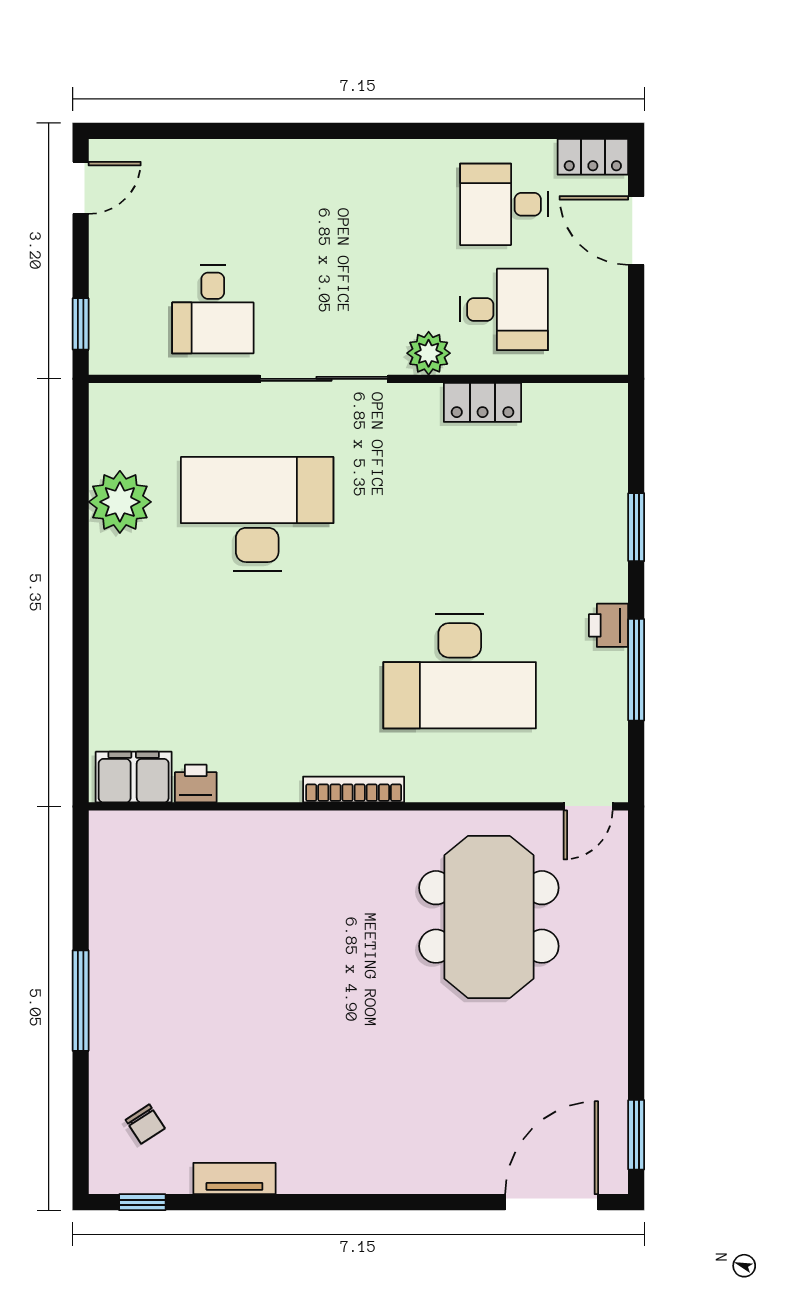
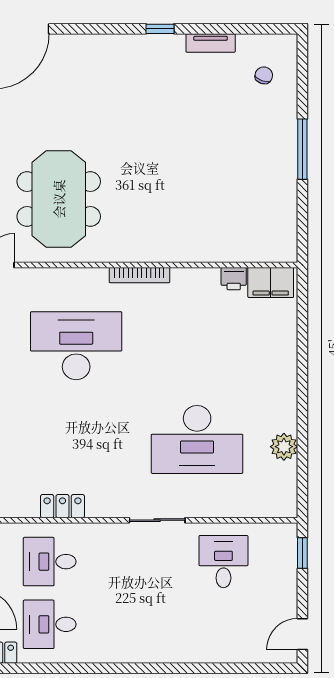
desk: (504, 204) -> (50, 624), turned 180
plant: (429, 353) -> (95, 535), removed
sliding door: (324, 379) -> (157, 520), width x0.73
plant: (120, 502) -> (284, 447), width x0.73, depth x0.73
chair: (145, 1124) -> (264, 75), turned 53
window: (142, 1202) -> (160, 29), moved

